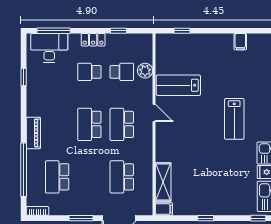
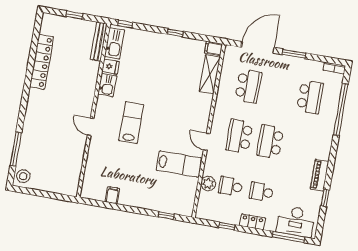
school desk: (89, 72) -> (261, 192), turned 180
school desk: (89, 124) -> (270, 142), turned 180
school desk: (122, 124) -> (239, 136), turned 180
piano: (33, 133) -> (319, 175), moved

